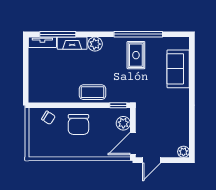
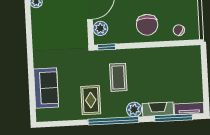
window: (138, 34) -> (113, 121), moved
coffee table: (93, 92) -> (118, 77), moved, turned 90
chair: (78, 124) -> (147, 25), turned 180

